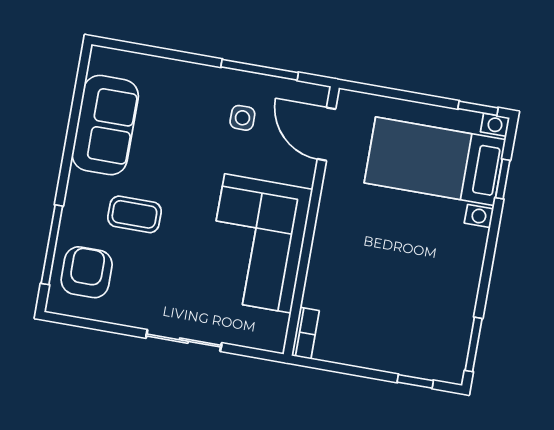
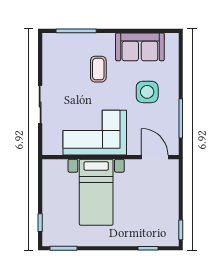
side table: (242, 118) -> (147, 92), moved, width x1.87, depth x1.87
door: (327, 134) -> (155, 157), hinge flipped
bed with nightstands: (435, 161) -> (96, 192), moved, turned 180
armchair: (87, 272) -> (65, 50), removed
bookcase: (305, 333) -> (54, 164), removed

